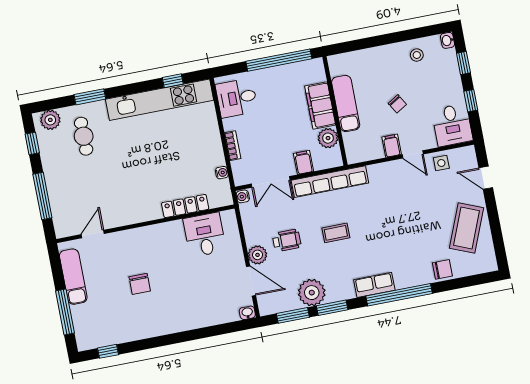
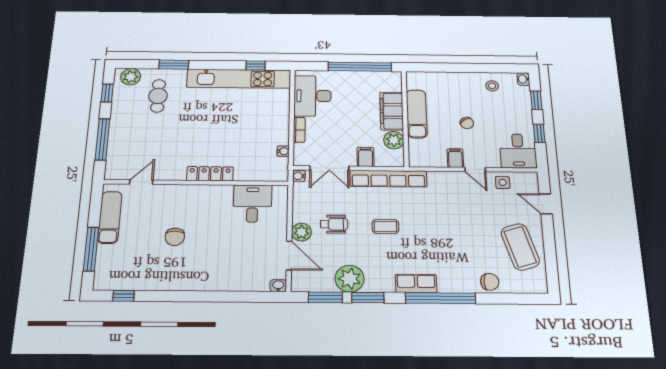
desk: (237, 98) -> (313, 96), width x1.37
locker: (185, 206) -> (210, 174), moved
coffee table: (467, 228) -> (520, 247), turned -39

